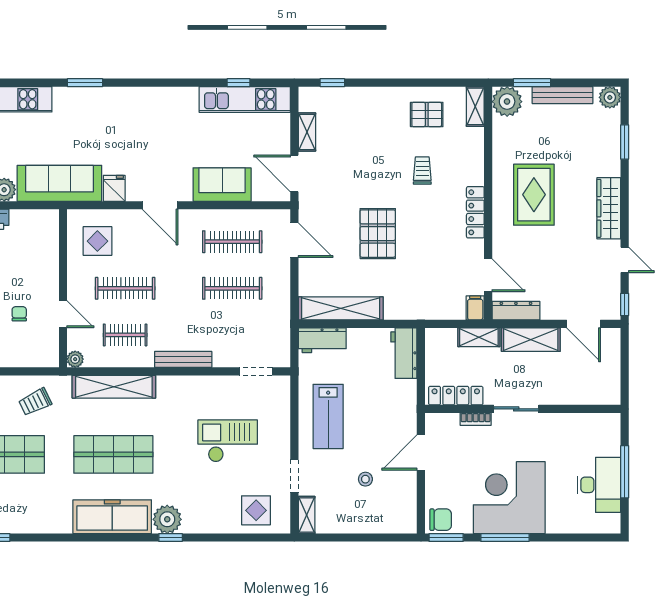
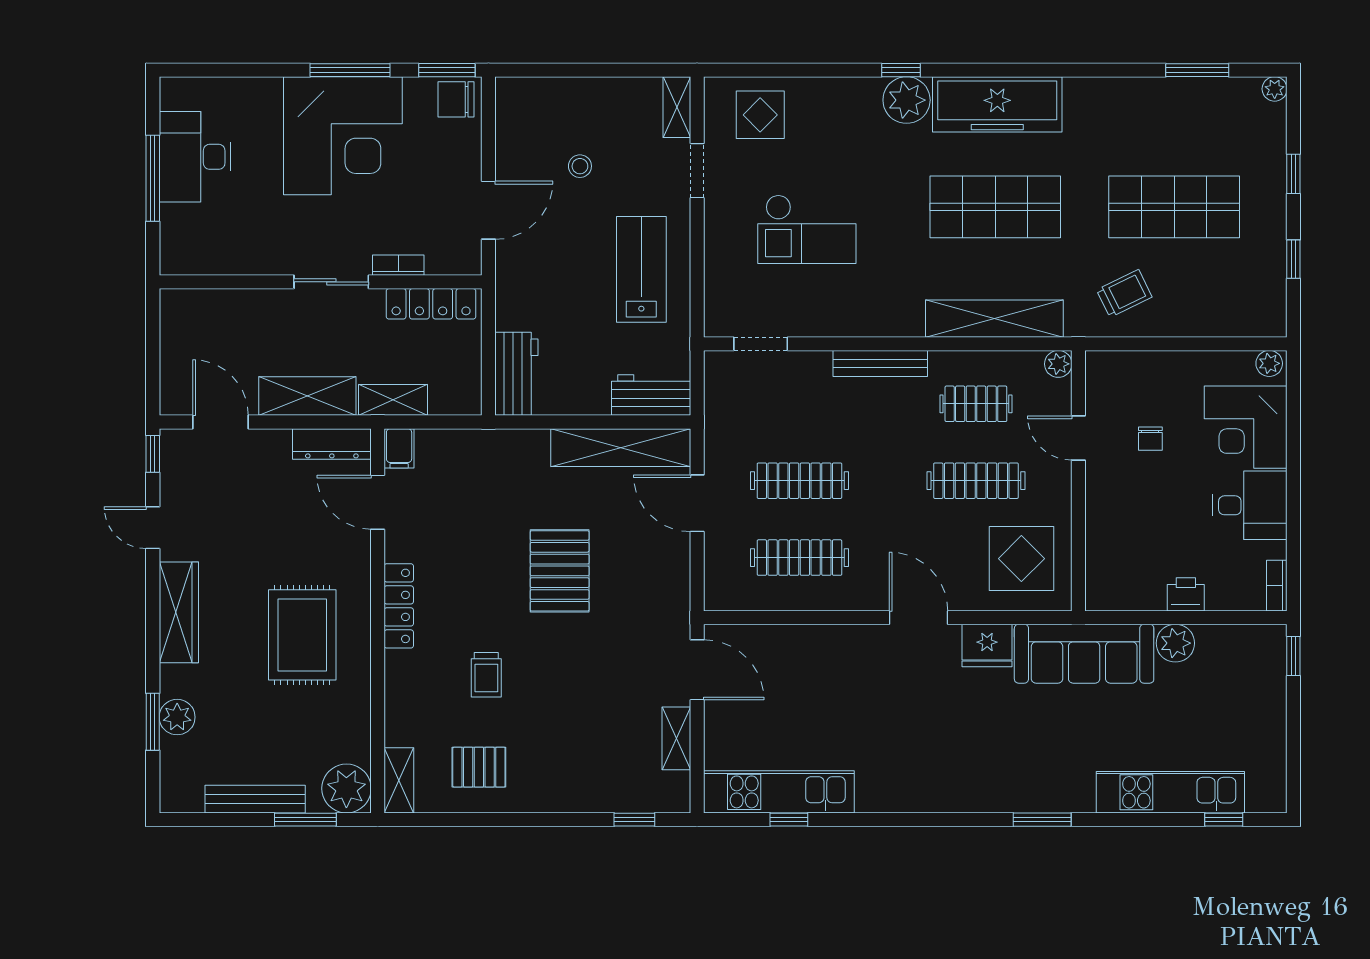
plant: (610, 97) -> (177, 717), moved
sofa: (222, 185) -> (816, 652), removed
fridge: (114, 188) -> (987, 646), width x1.38
door: (294, 240) -> (697, 503), moved
display table: (97, 241) -> (1021, 559), width x1.36, depth x1.36

